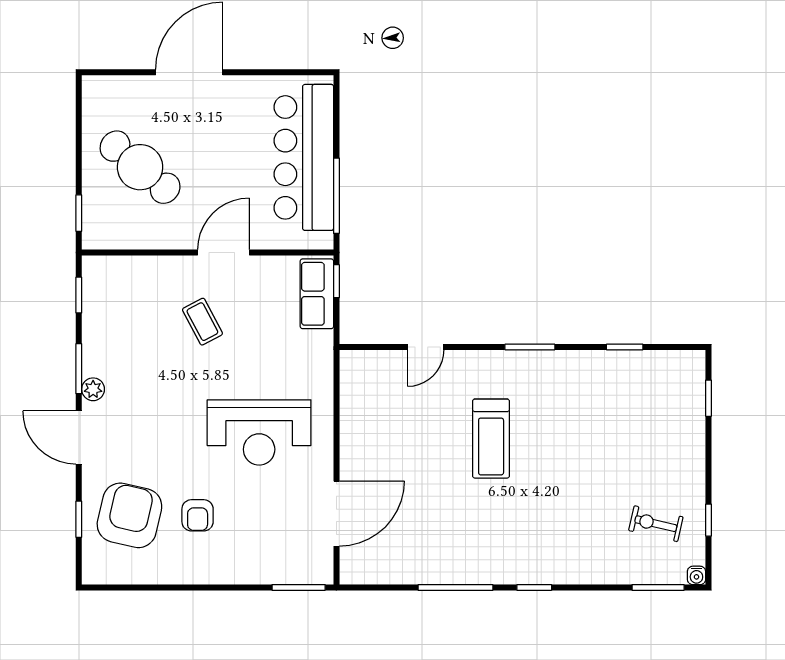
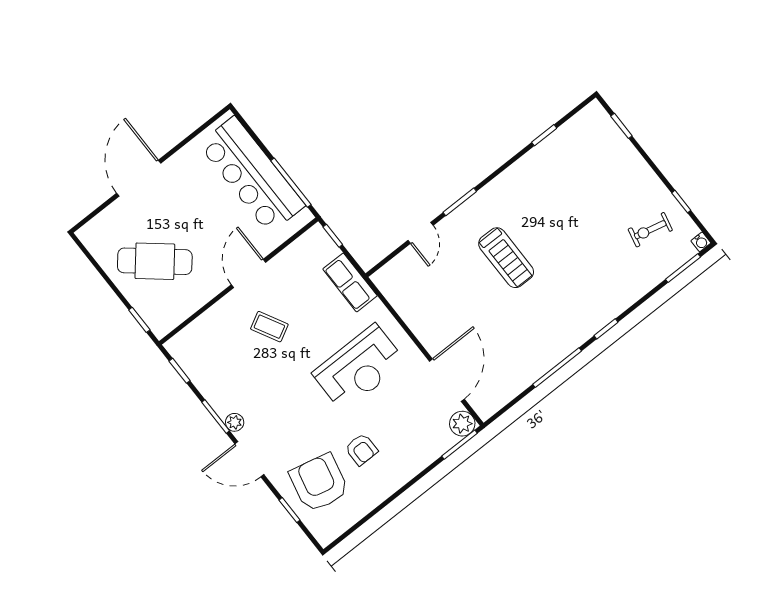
row of seats: (317, 294) -> (350, 282), moved
window: (530, 347) -> (460, 202), moved
plant: (318, 569) -> (462, 424), added

